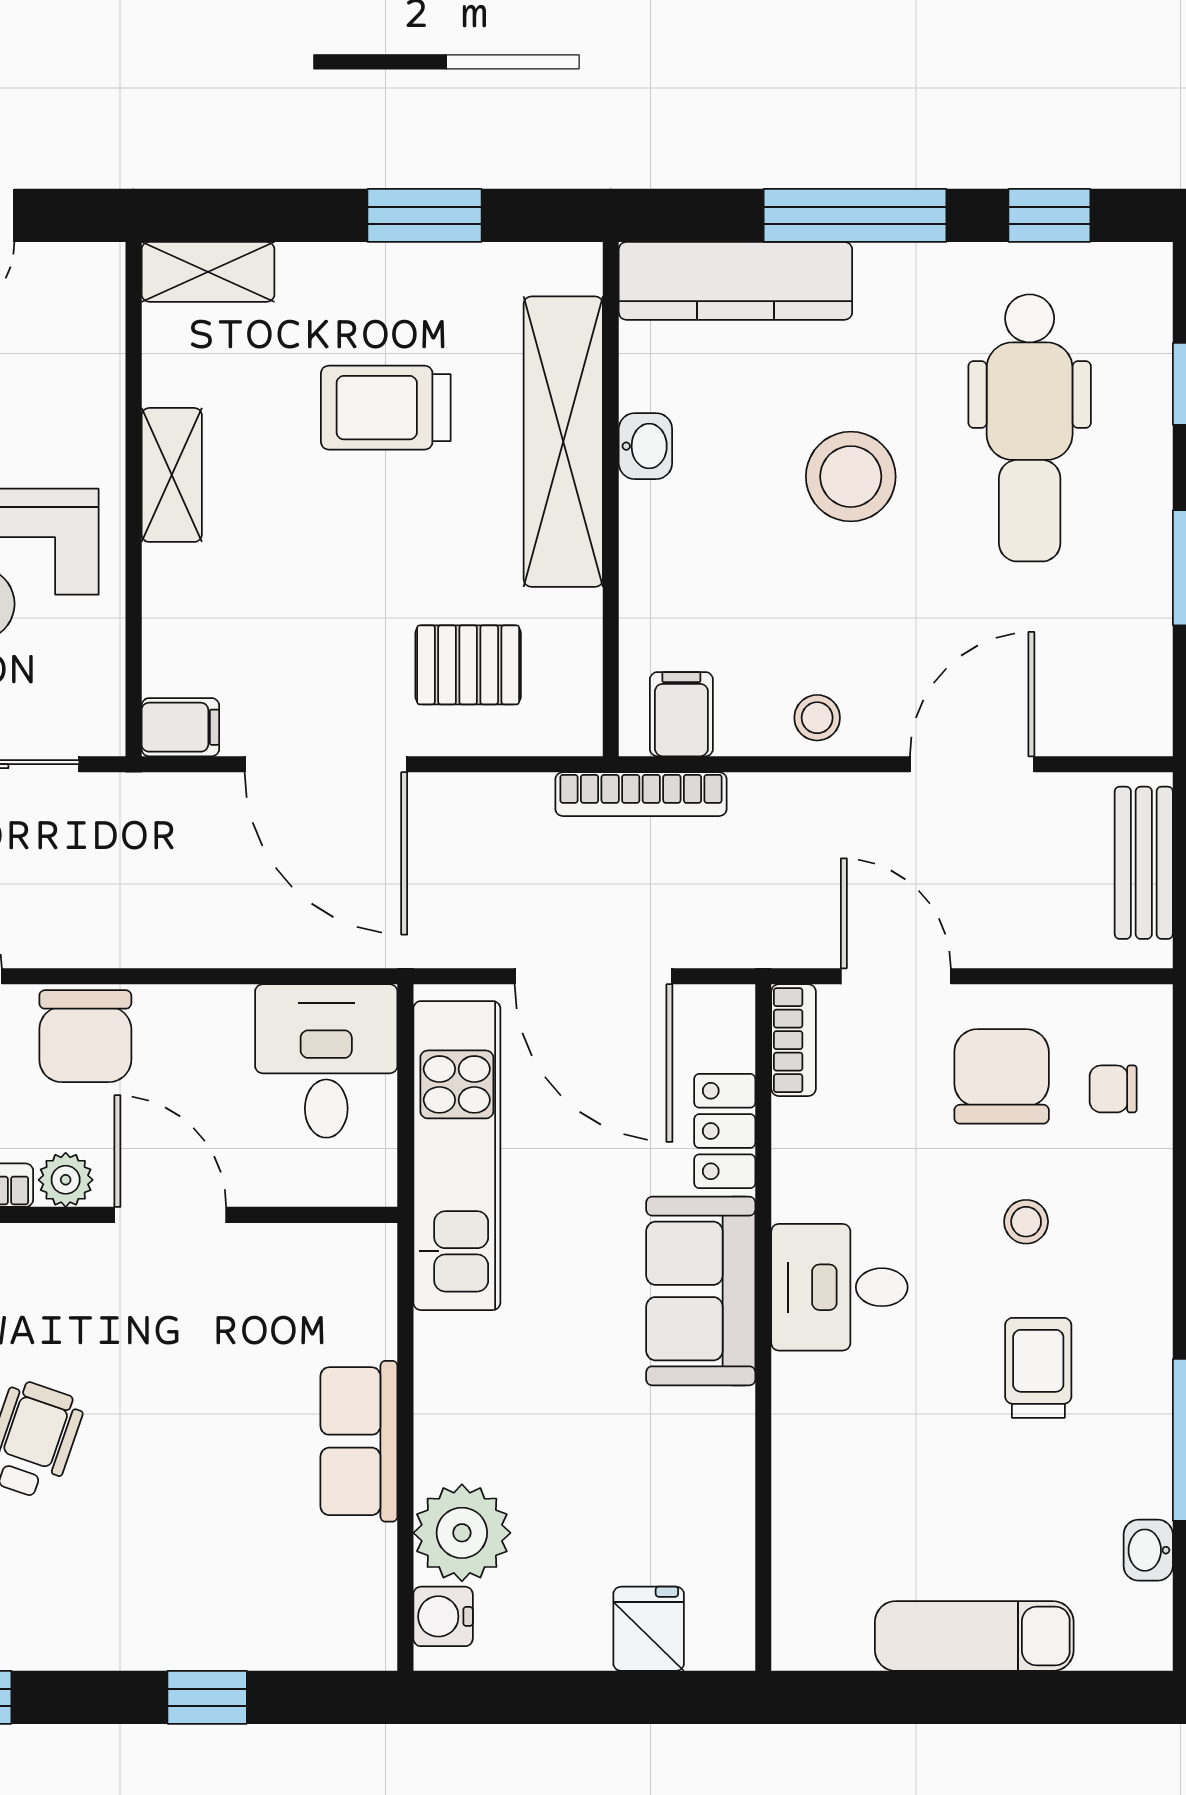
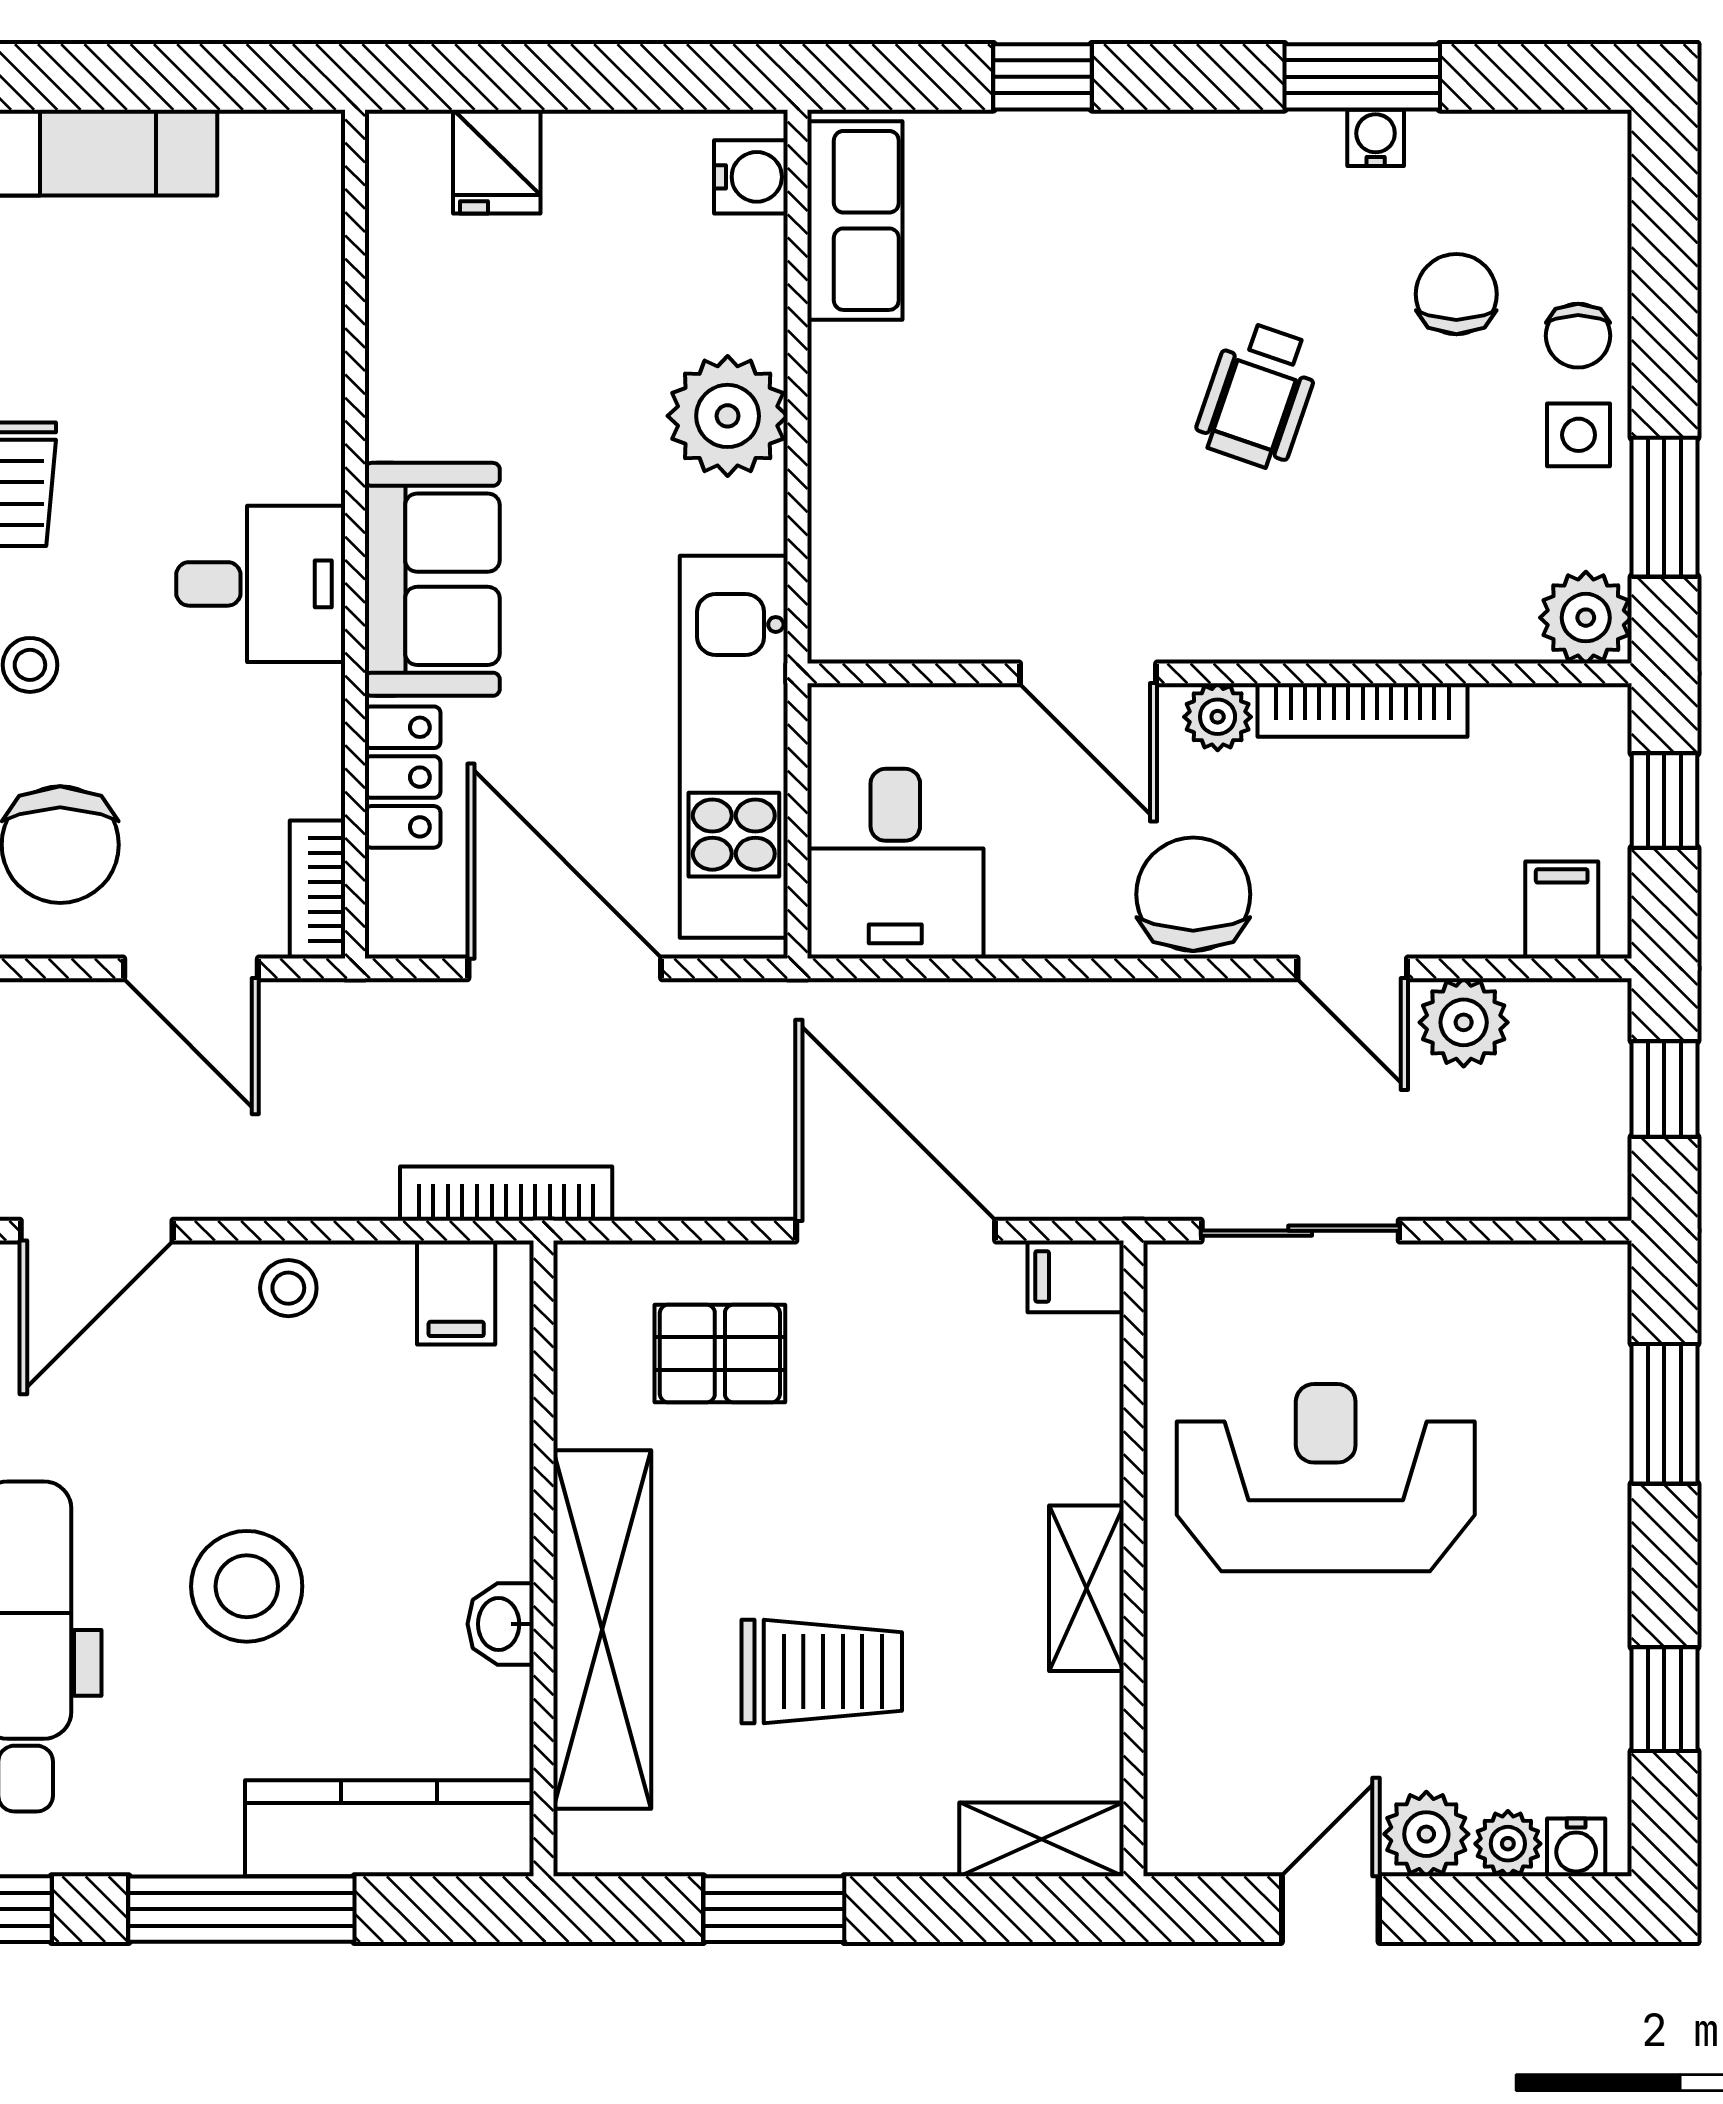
row of seats: (359, 1441) -> (855, 220), moved
plant: (462, 1533) -> (728, 416), moved

